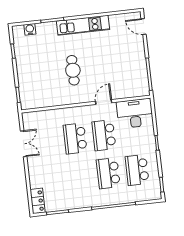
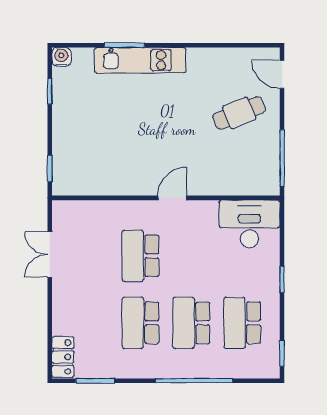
kitchen unit: (83, 25) -> (140, 60), moved
water cooler: (30, 29) -> (61, 57), moved
cafe table: (73, 70) -> (239, 113), moved, turned 68
door: (104, 102) -> (172, 198), moved
school desk: (104, 135) -> (140, 323), moved
double door: (24, 144) -> (50, 255), swing flipped

